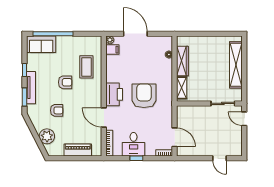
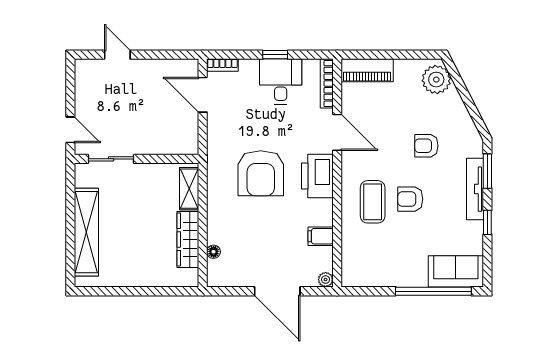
filing cabinet: (112, 50) -> (321, 236), moved
coffee table: (86, 67) -> (373, 202), moved
plant: (47, 136) -> (436, 80), moved
piano: (78, 150) -> (367, 70), moved

